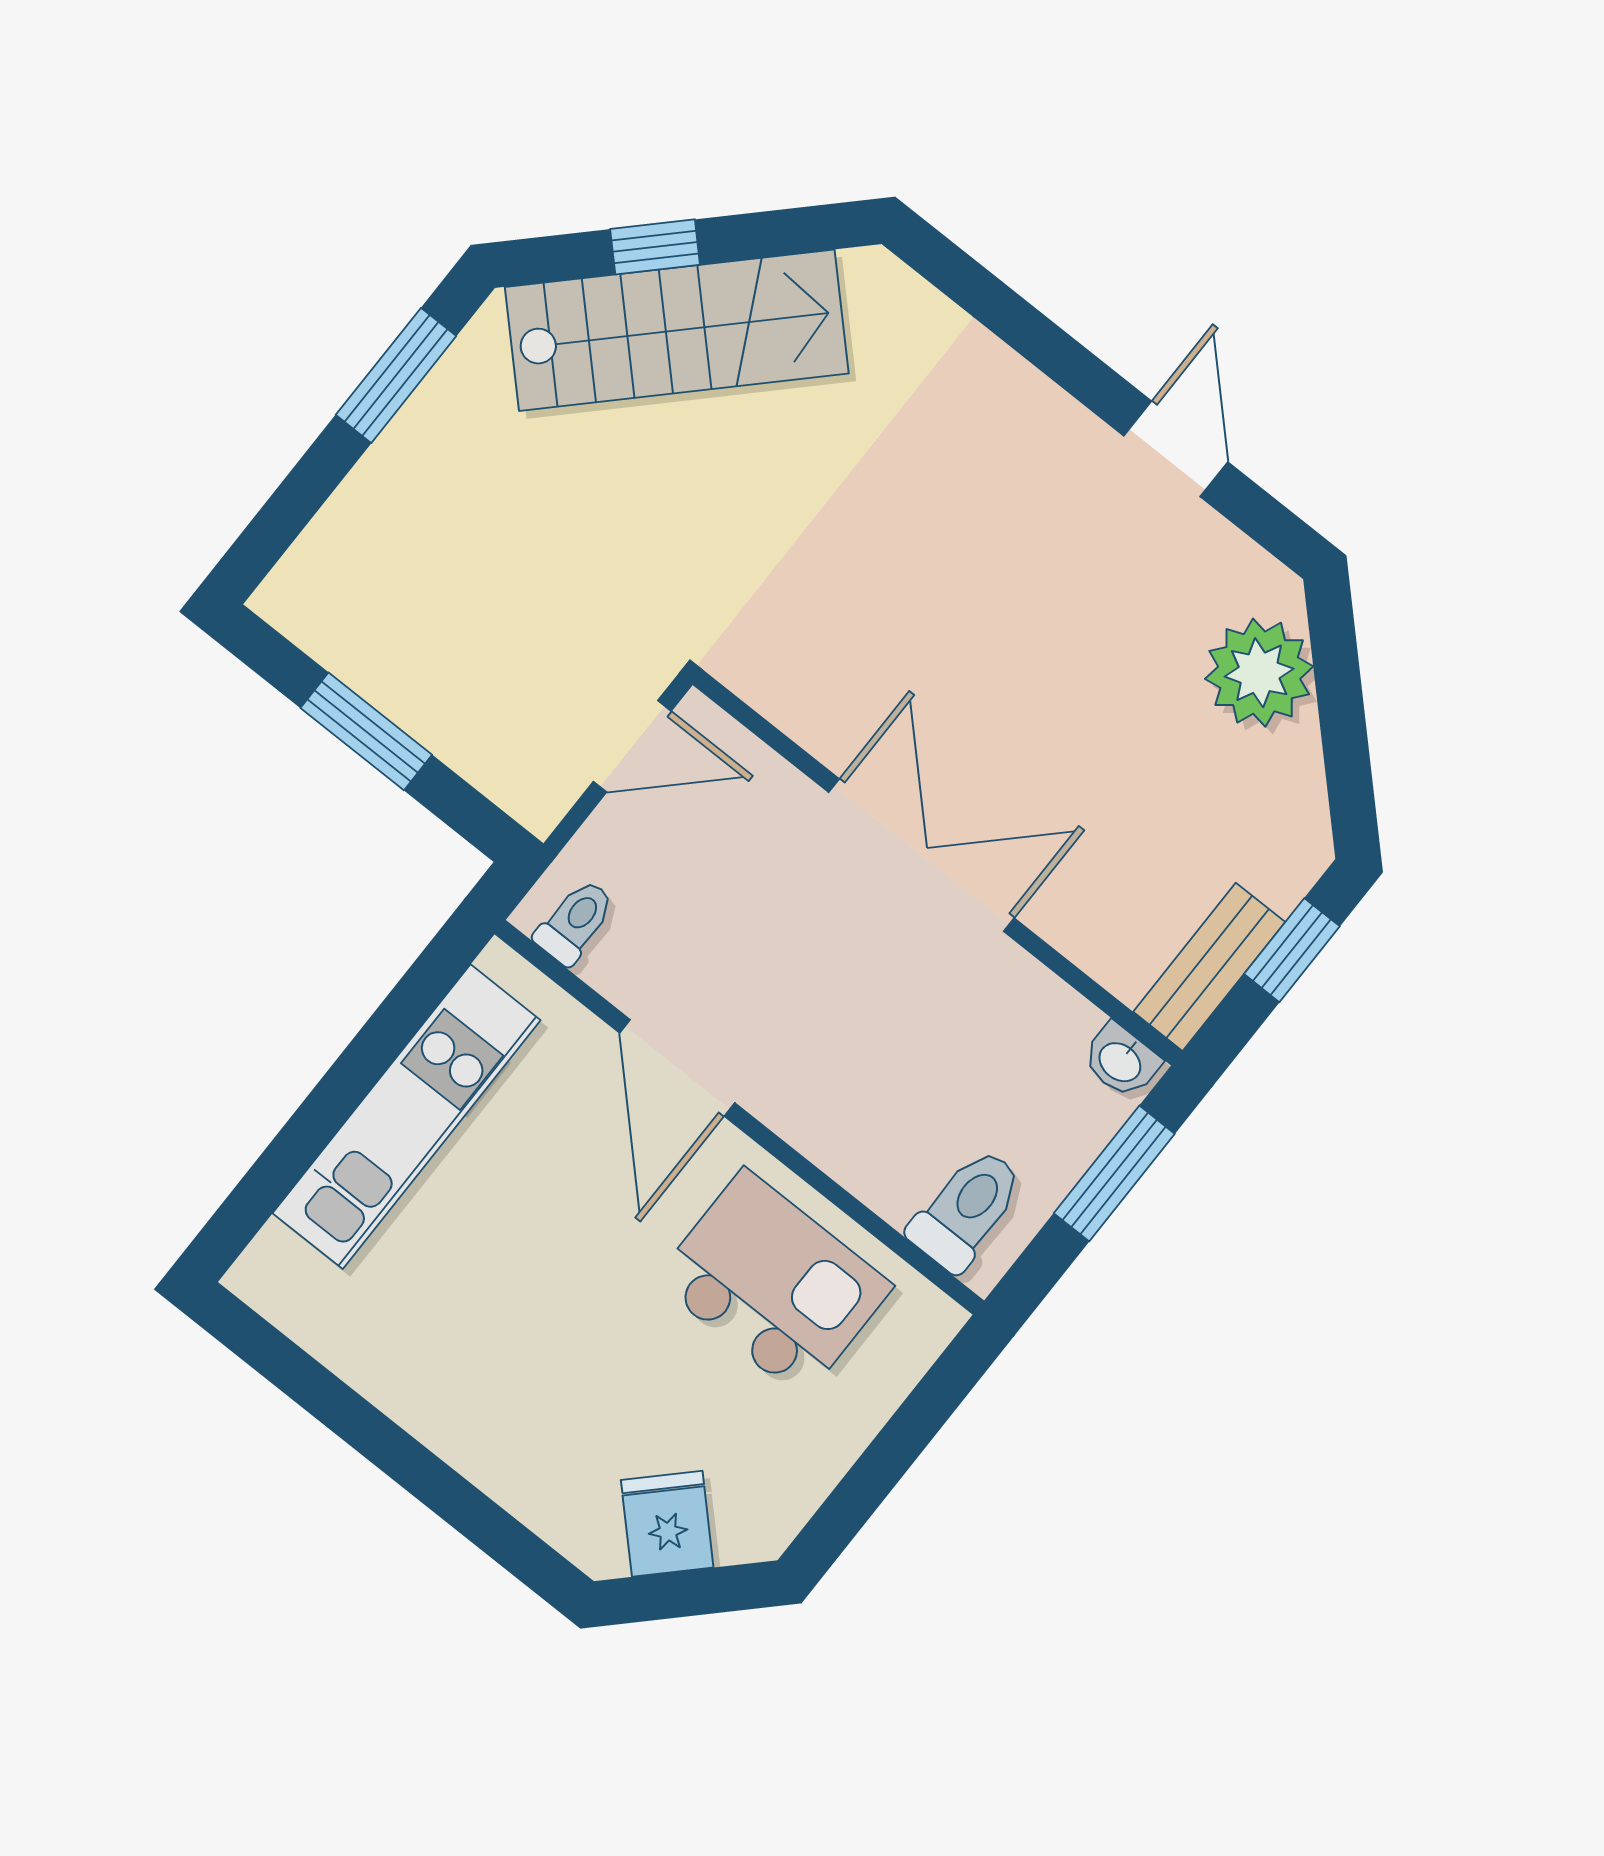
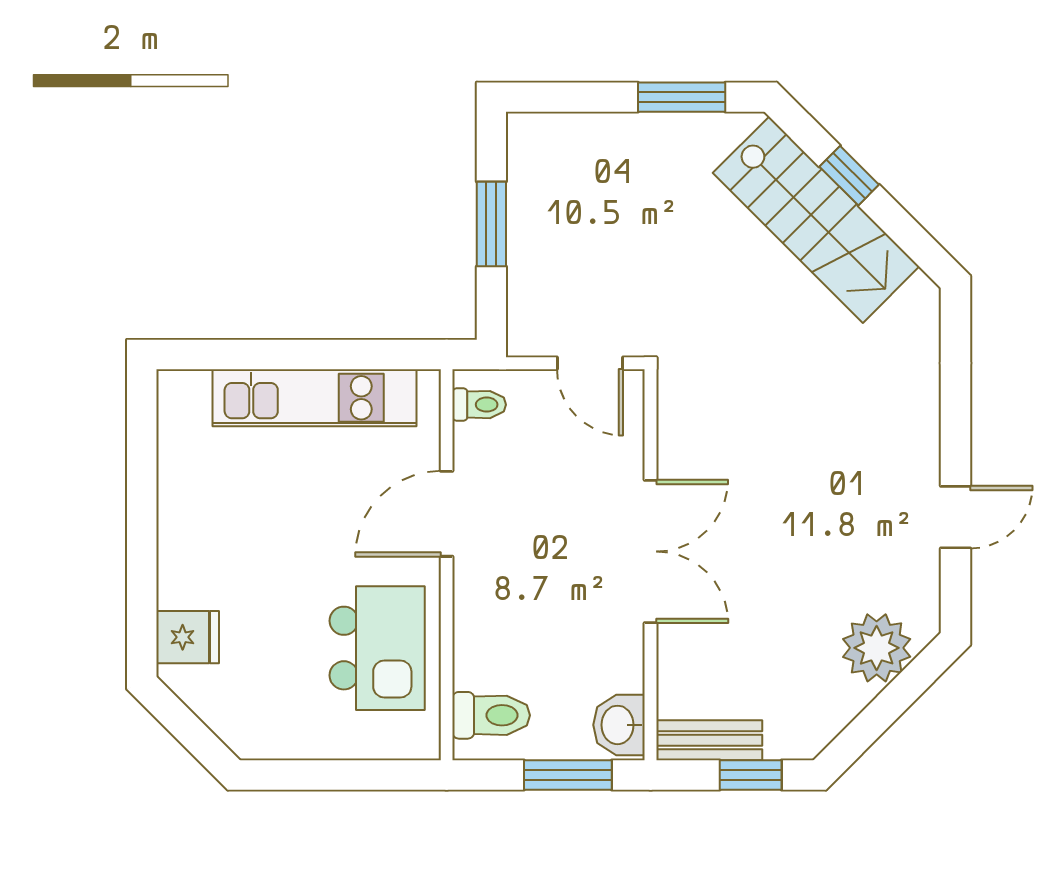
washbasin: (1121, 1061) -> (619, 725), width x1.38, depth x1.45
fridge: (667, 1524) -> (188, 637), moved, turned 45

